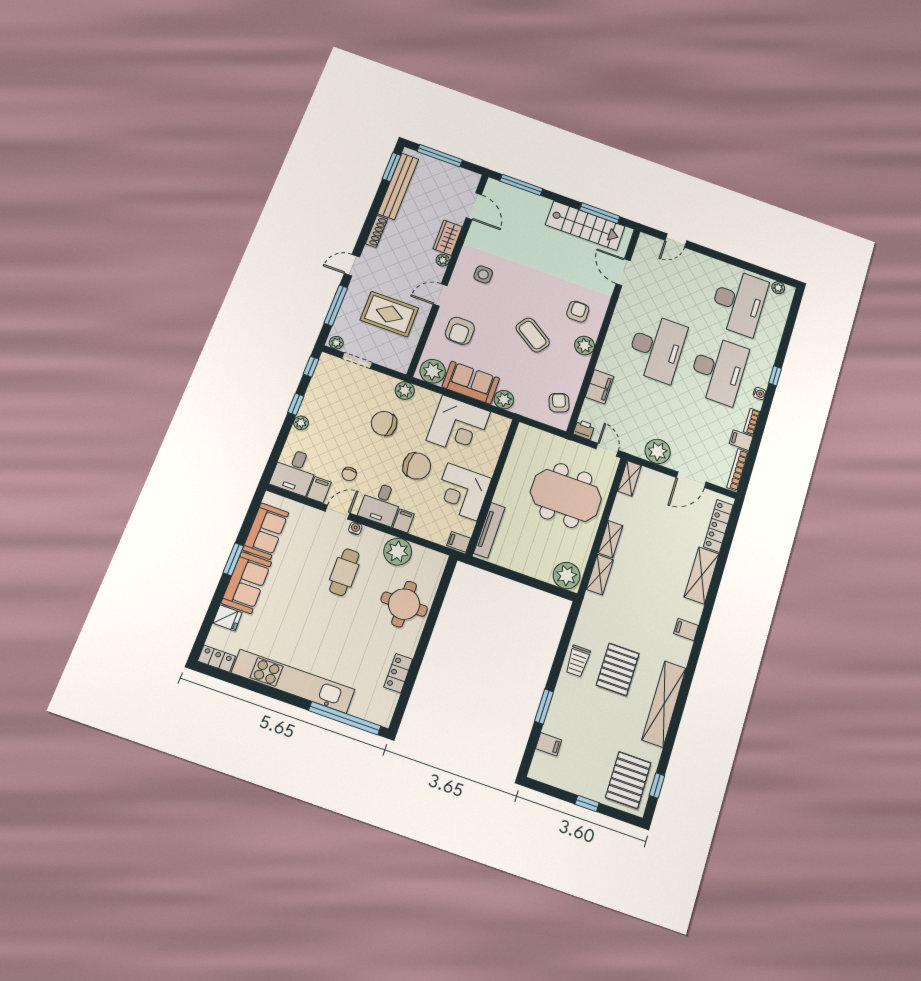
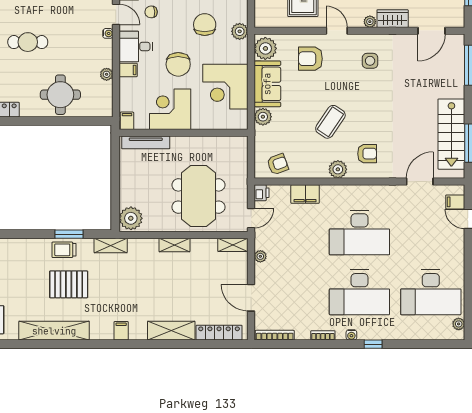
filing cabinet: (741, 440) -> (455, 202), moved, turned -90
plant: (658, 451) -> (260, 256), width x0.53, depth x0.53
plant: (398, 552) -> (107, 74), width x0.53, depth x0.53
cafe table: (344, 572) -> (28, 42), moved
shelving: (600, 575) -> (111, 245), moved
window: (544, 707) -> (69, 234), moved

